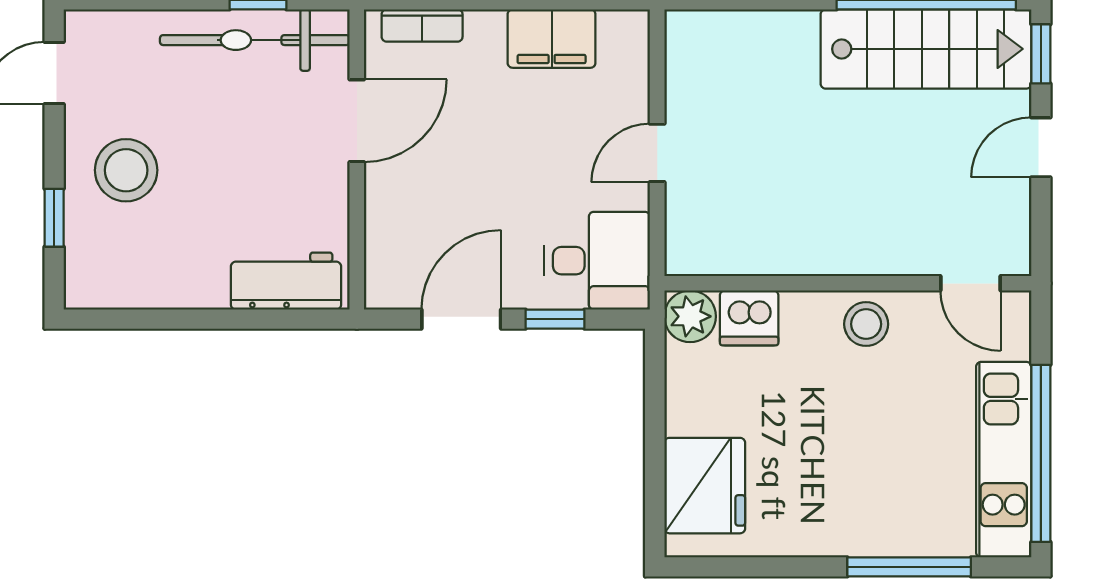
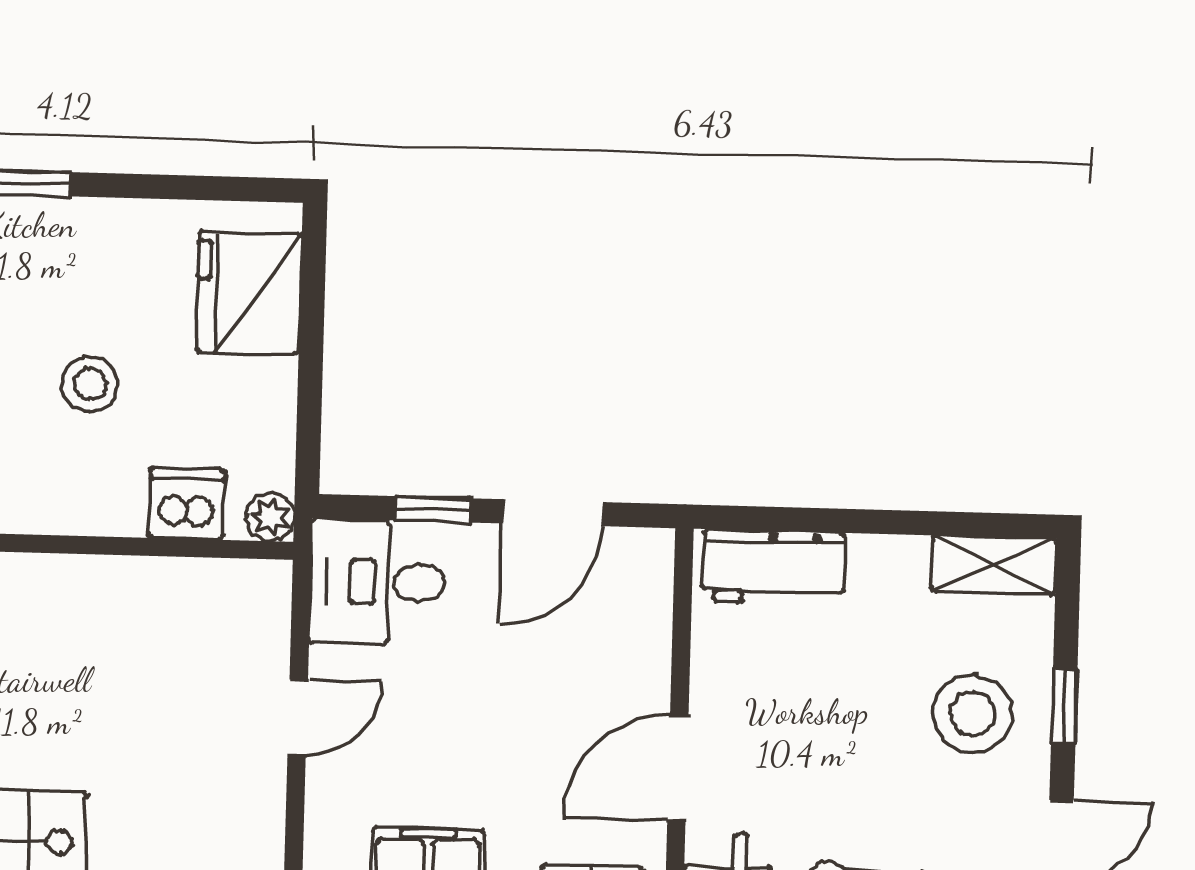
window: (54, 218) -> (1064, 706), moved
shelving: (113, 288) -> (994, 565), added
plant: (690, 316) -> (270, 517), width x0.73, depth x0.73
stool: (866, 324) -> (90, 385), moved

